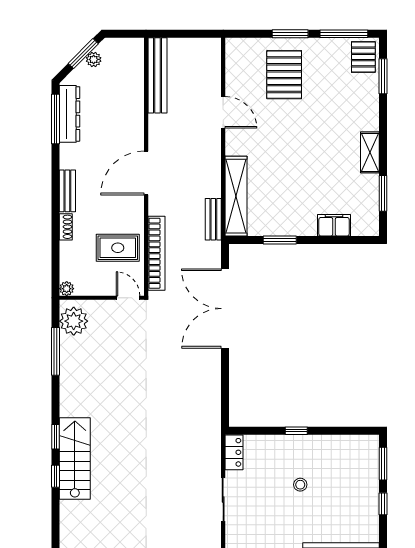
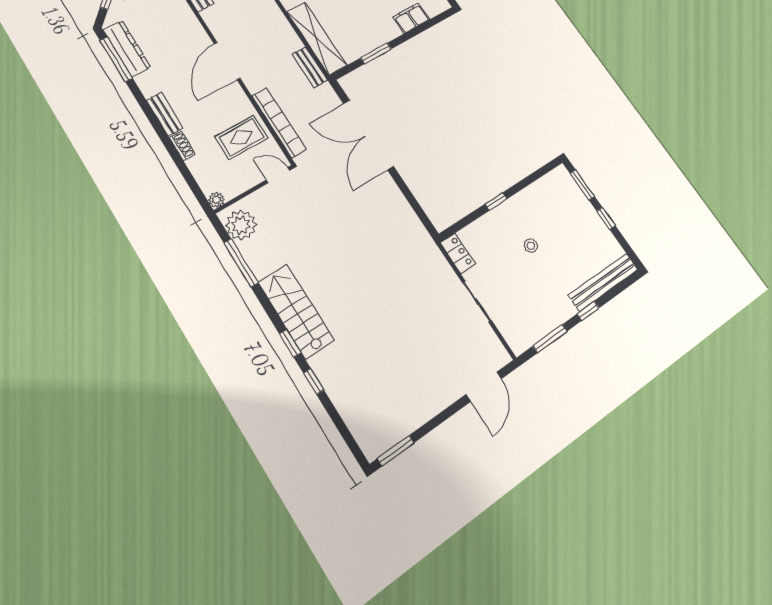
stairs: (75, 458) -> (296, 311), moved

